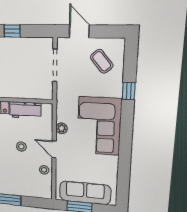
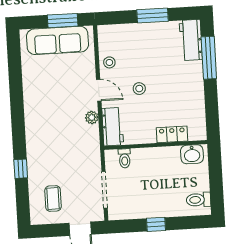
coffee table: (102, 61) -> (53, 198), turned 39
toilet: (36, 91) -> (125, 158), added
workbench: (25, 110) -> (113, 127), moved, turned 90
corner sofa: (99, 126) -> (49, 125), removed

